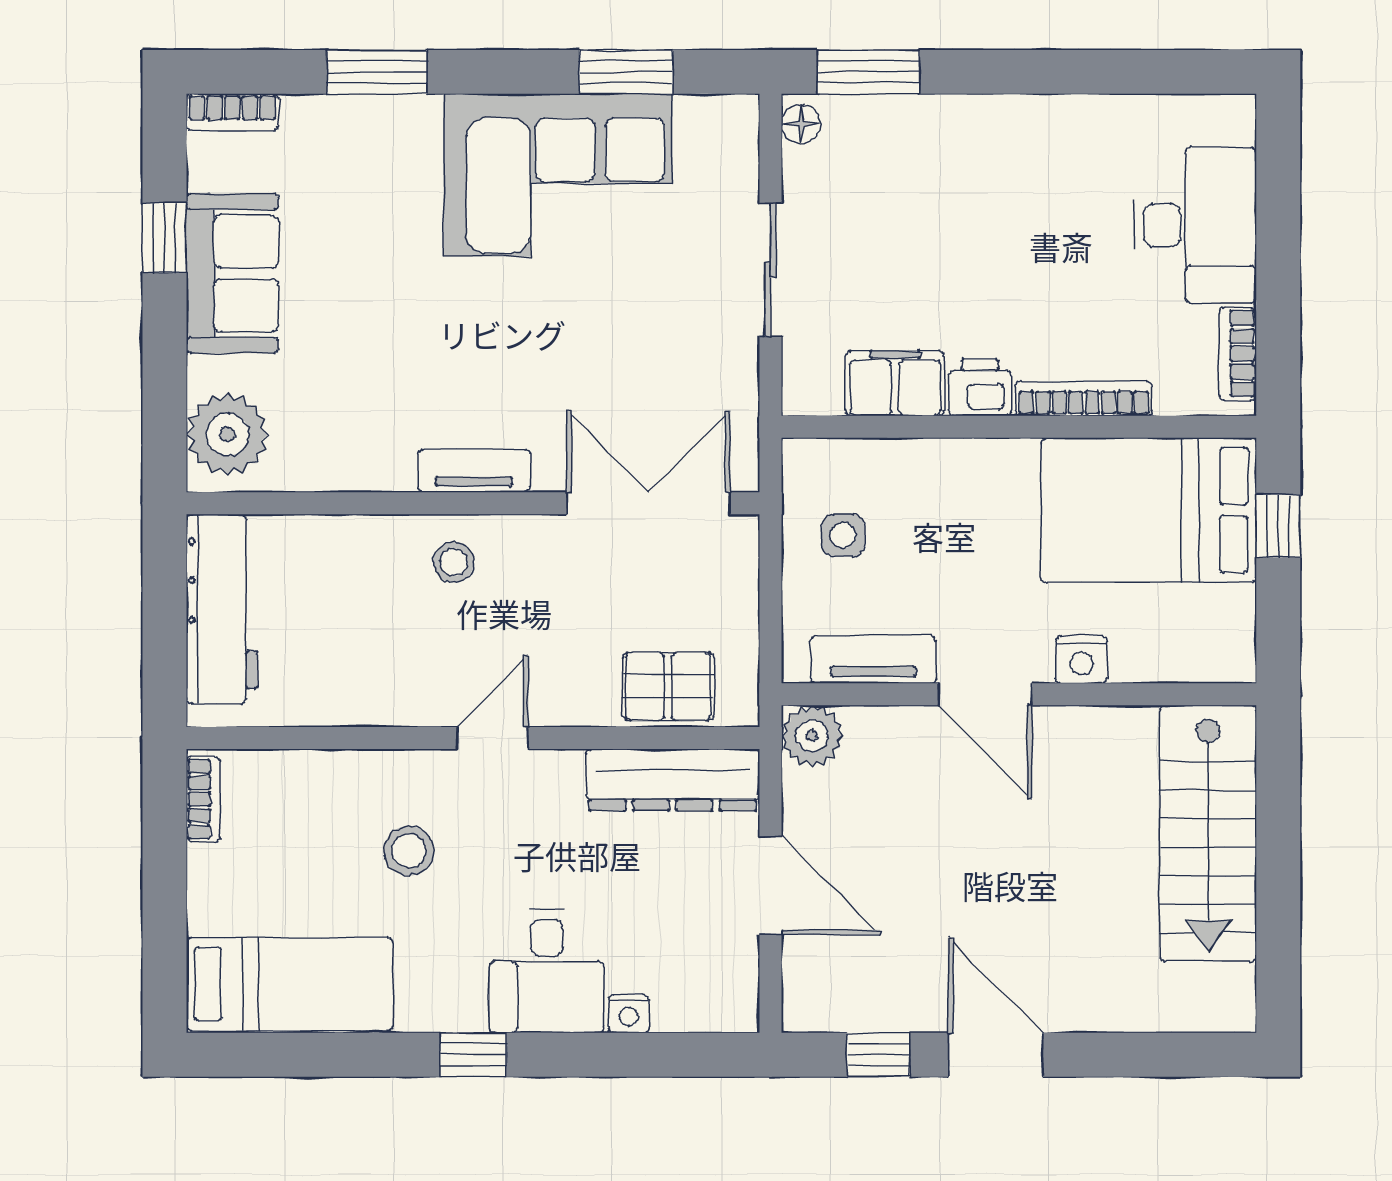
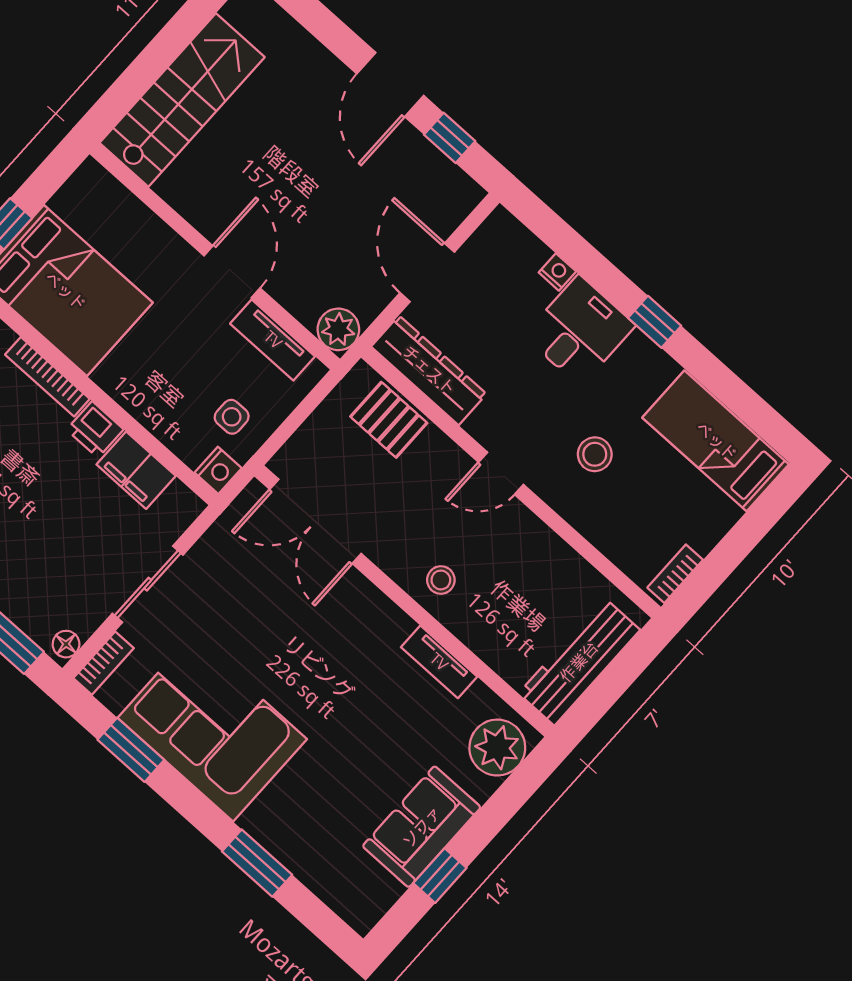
bookcase: (232, 112) -> (104, 663), moved, turned 90
tv unit: (474, 471) -> (439, 662), moved
nightstand: (1082, 660) -> (218, 470), moved, turned 90

